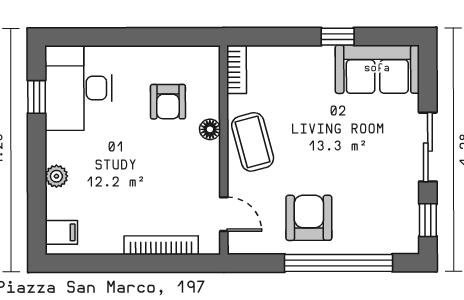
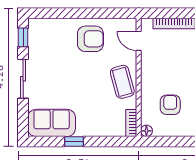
floor lamp: (210, 129) -> (146, 131), moved
armchair: (309, 218) -> (90, 39), turned -90
window: (338, 263) -> (74, 13), removed

